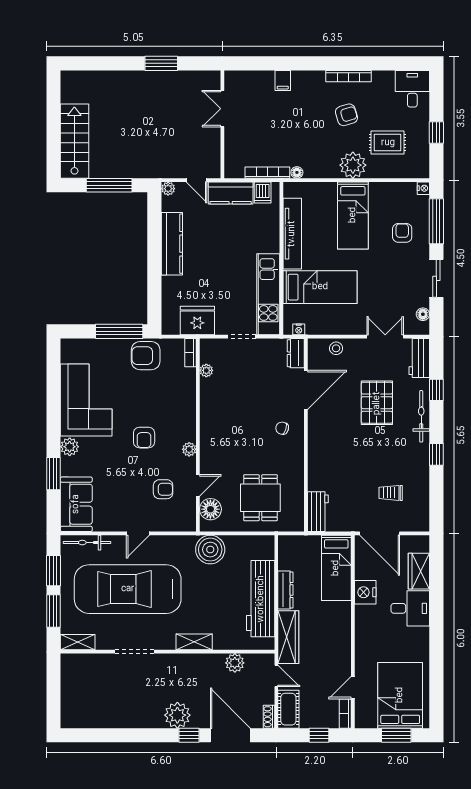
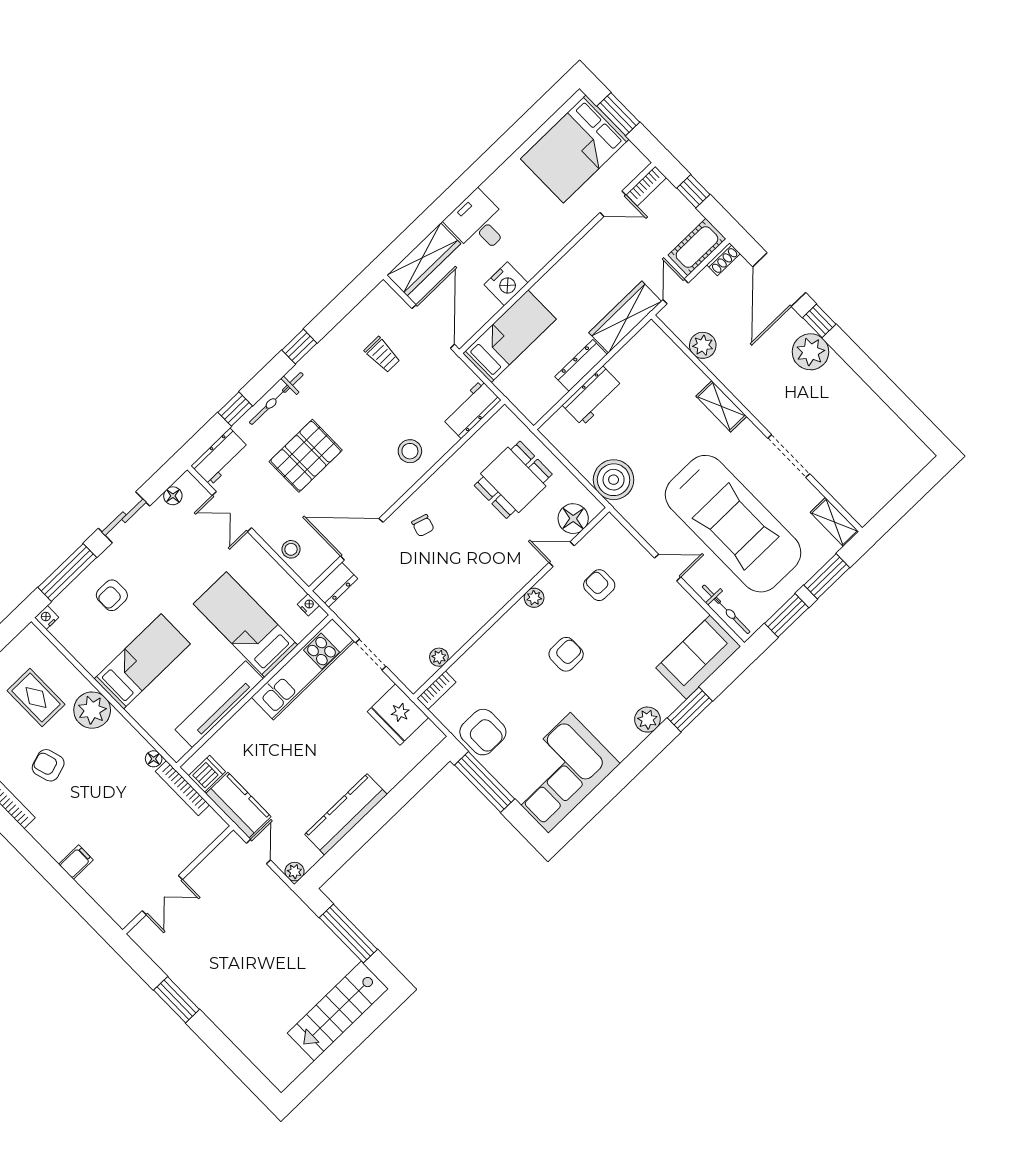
corner sofa: (86, 400) -> (559, 773), moved
stool: (327, 459) -> (410, 451), added
wardrobe: (419, 571) -> (424, 259), width x1.50
workbench: (261, 599) -> (593, 396), width x0.53, depth x0.76

